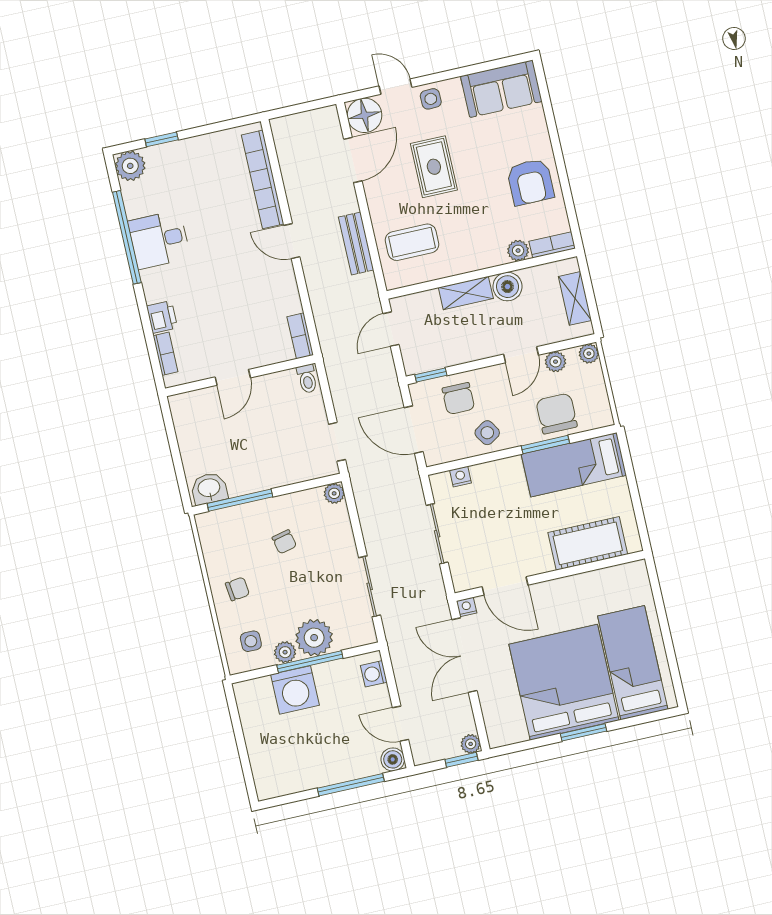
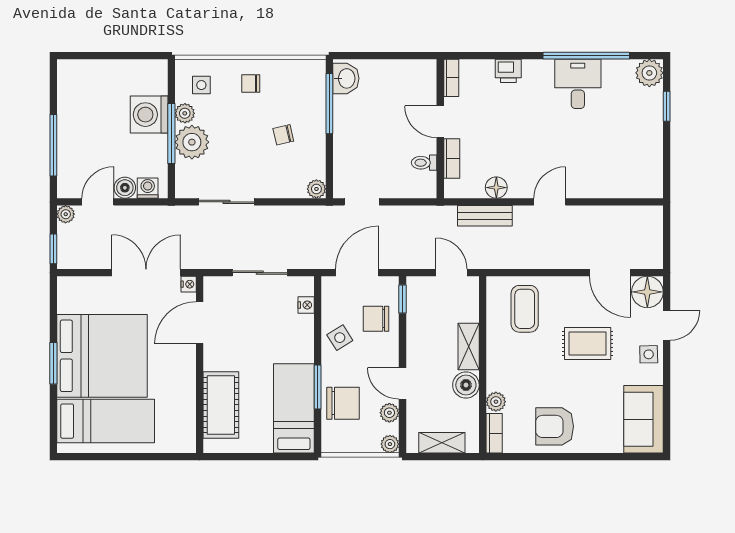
bookcase: (263, 179) -> (611, 188), removed
bench: (356, 243) -> (485, 216), moved
floor lamp: (289, 302) -> (496, 188), added
bookcase: (300, 336) -> (452, 159), moved, turned 90
bookcase: (165, 354) -> (451, 78), moved, turned -90
toilet: (307, 379) -> (424, 163), moved
chair: (237, 589) -> (251, 84), turned 97
plant: (471, 744) -> (66, 214), moved
boiler: (393, 759) -> (125, 188), moved

